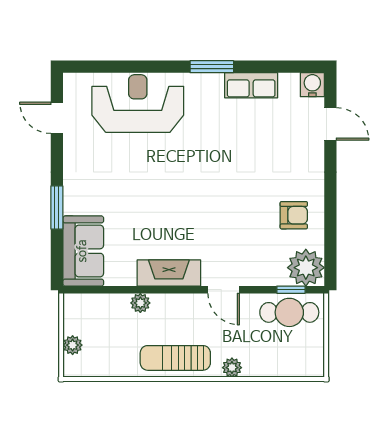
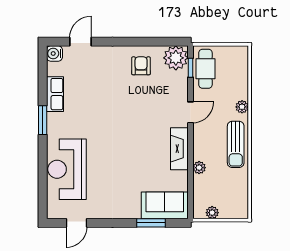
window: (57, 208) -> (151, 223), moved
plant: (73, 345) -> (212, 213), moved

